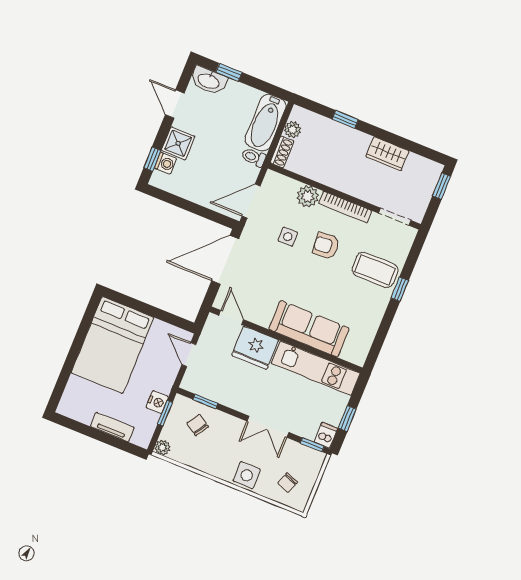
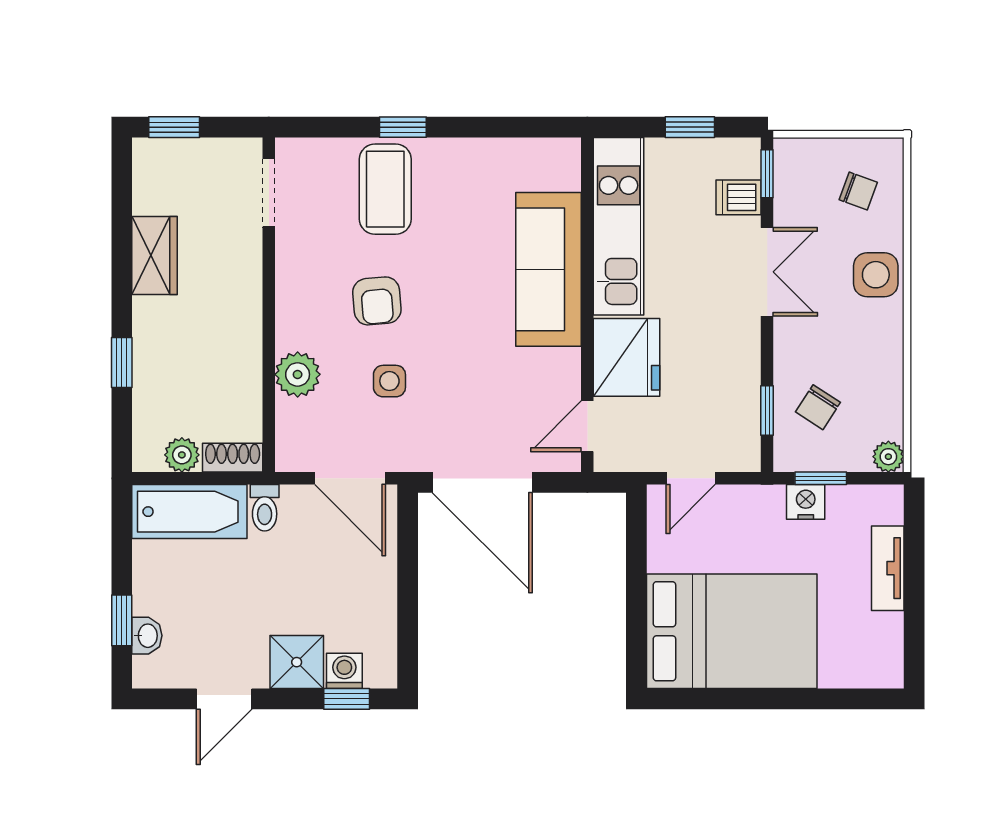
washbasin: (209, 81) -> (147, 636), width x0.52, depth x0.69
bookcase: (345, 207) -> (289, 295), removed
dishwasher: (326, 435) -> (738, 197), moved

